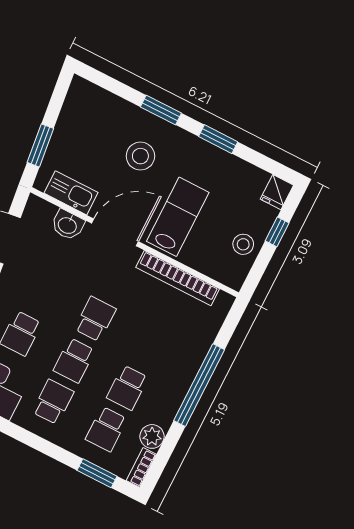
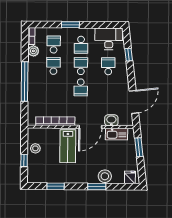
window: (218, 139) -> (56, 186), moved
stool: (140, 156) -> (105, 176), moved
fridge: (277, 192) -> (130, 177), moved
window: (97, 473) -> (70, 25), moved

